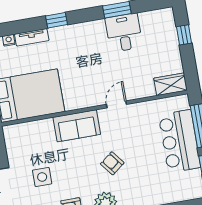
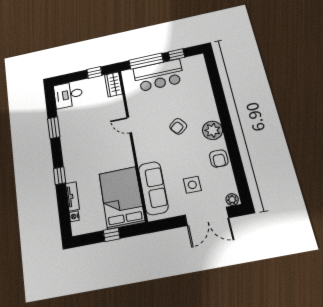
desk: (124, 33) -> (68, 95), moved
window: (184, 35) -> (94, 72), moved
sofa: (77, 126) -> (153, 188), moved, width x1.36

